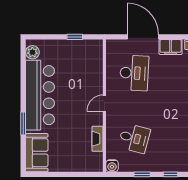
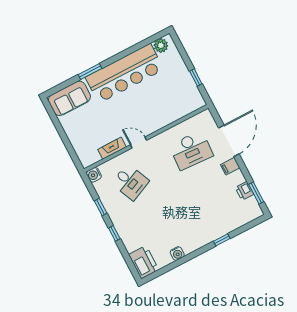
filing cabinet: (171, 47) -> (230, 166), width x0.50
door: (104, 103) -> (139, 142), moved
desk: (134, 138) -> (130, 182), turned -39

